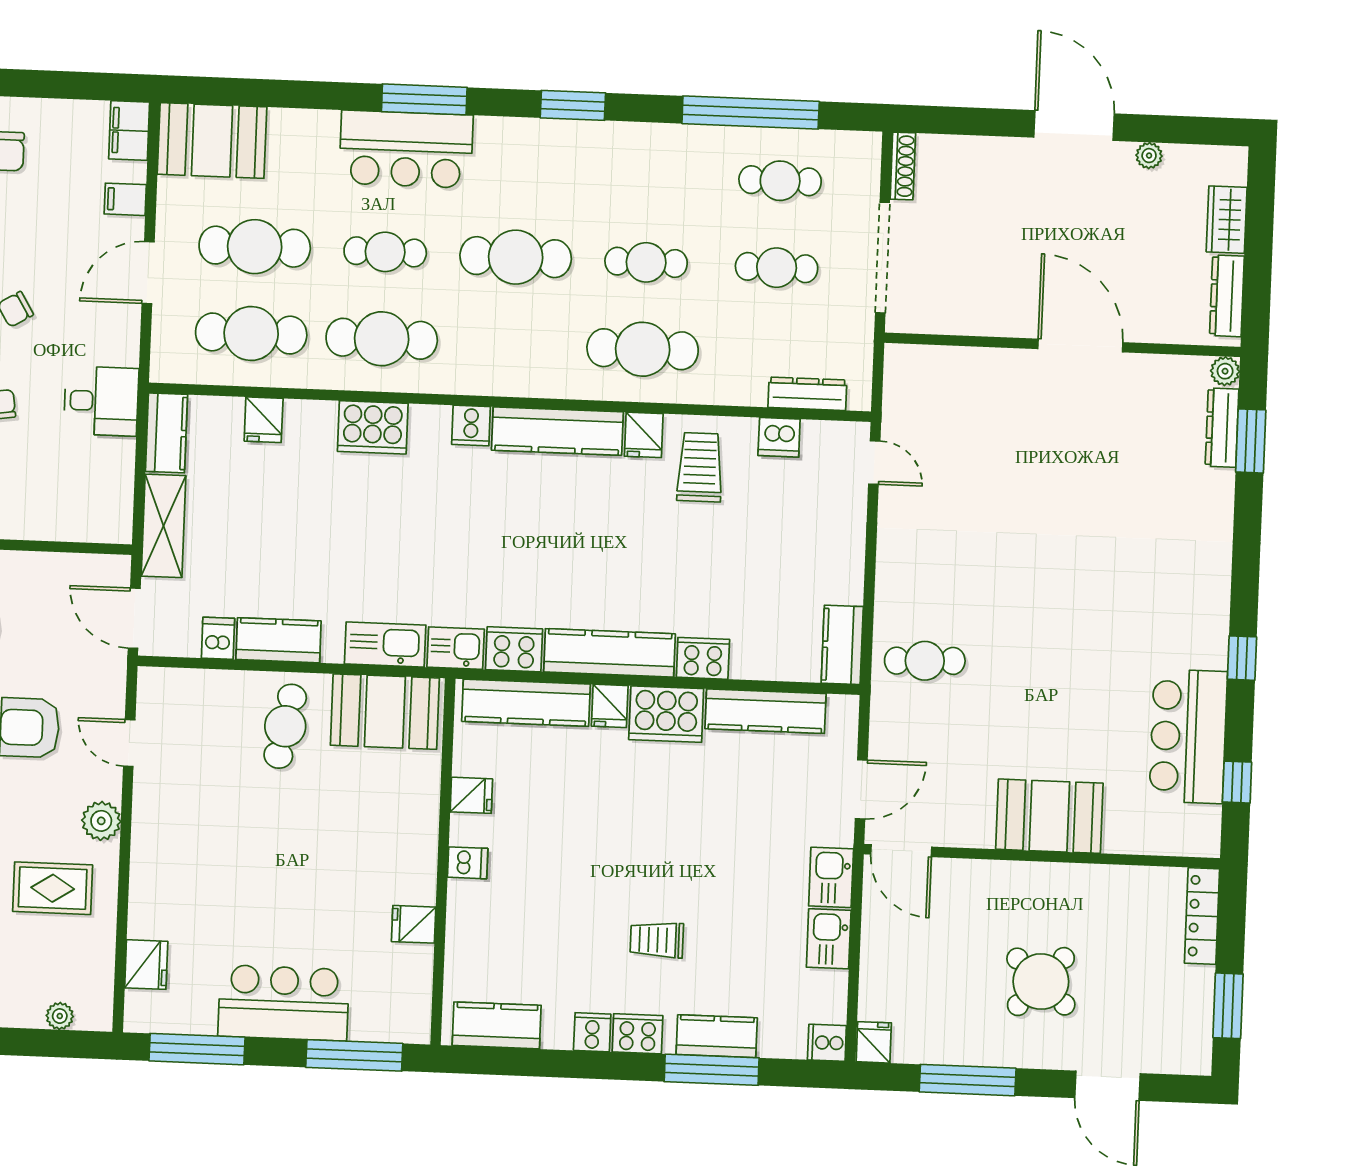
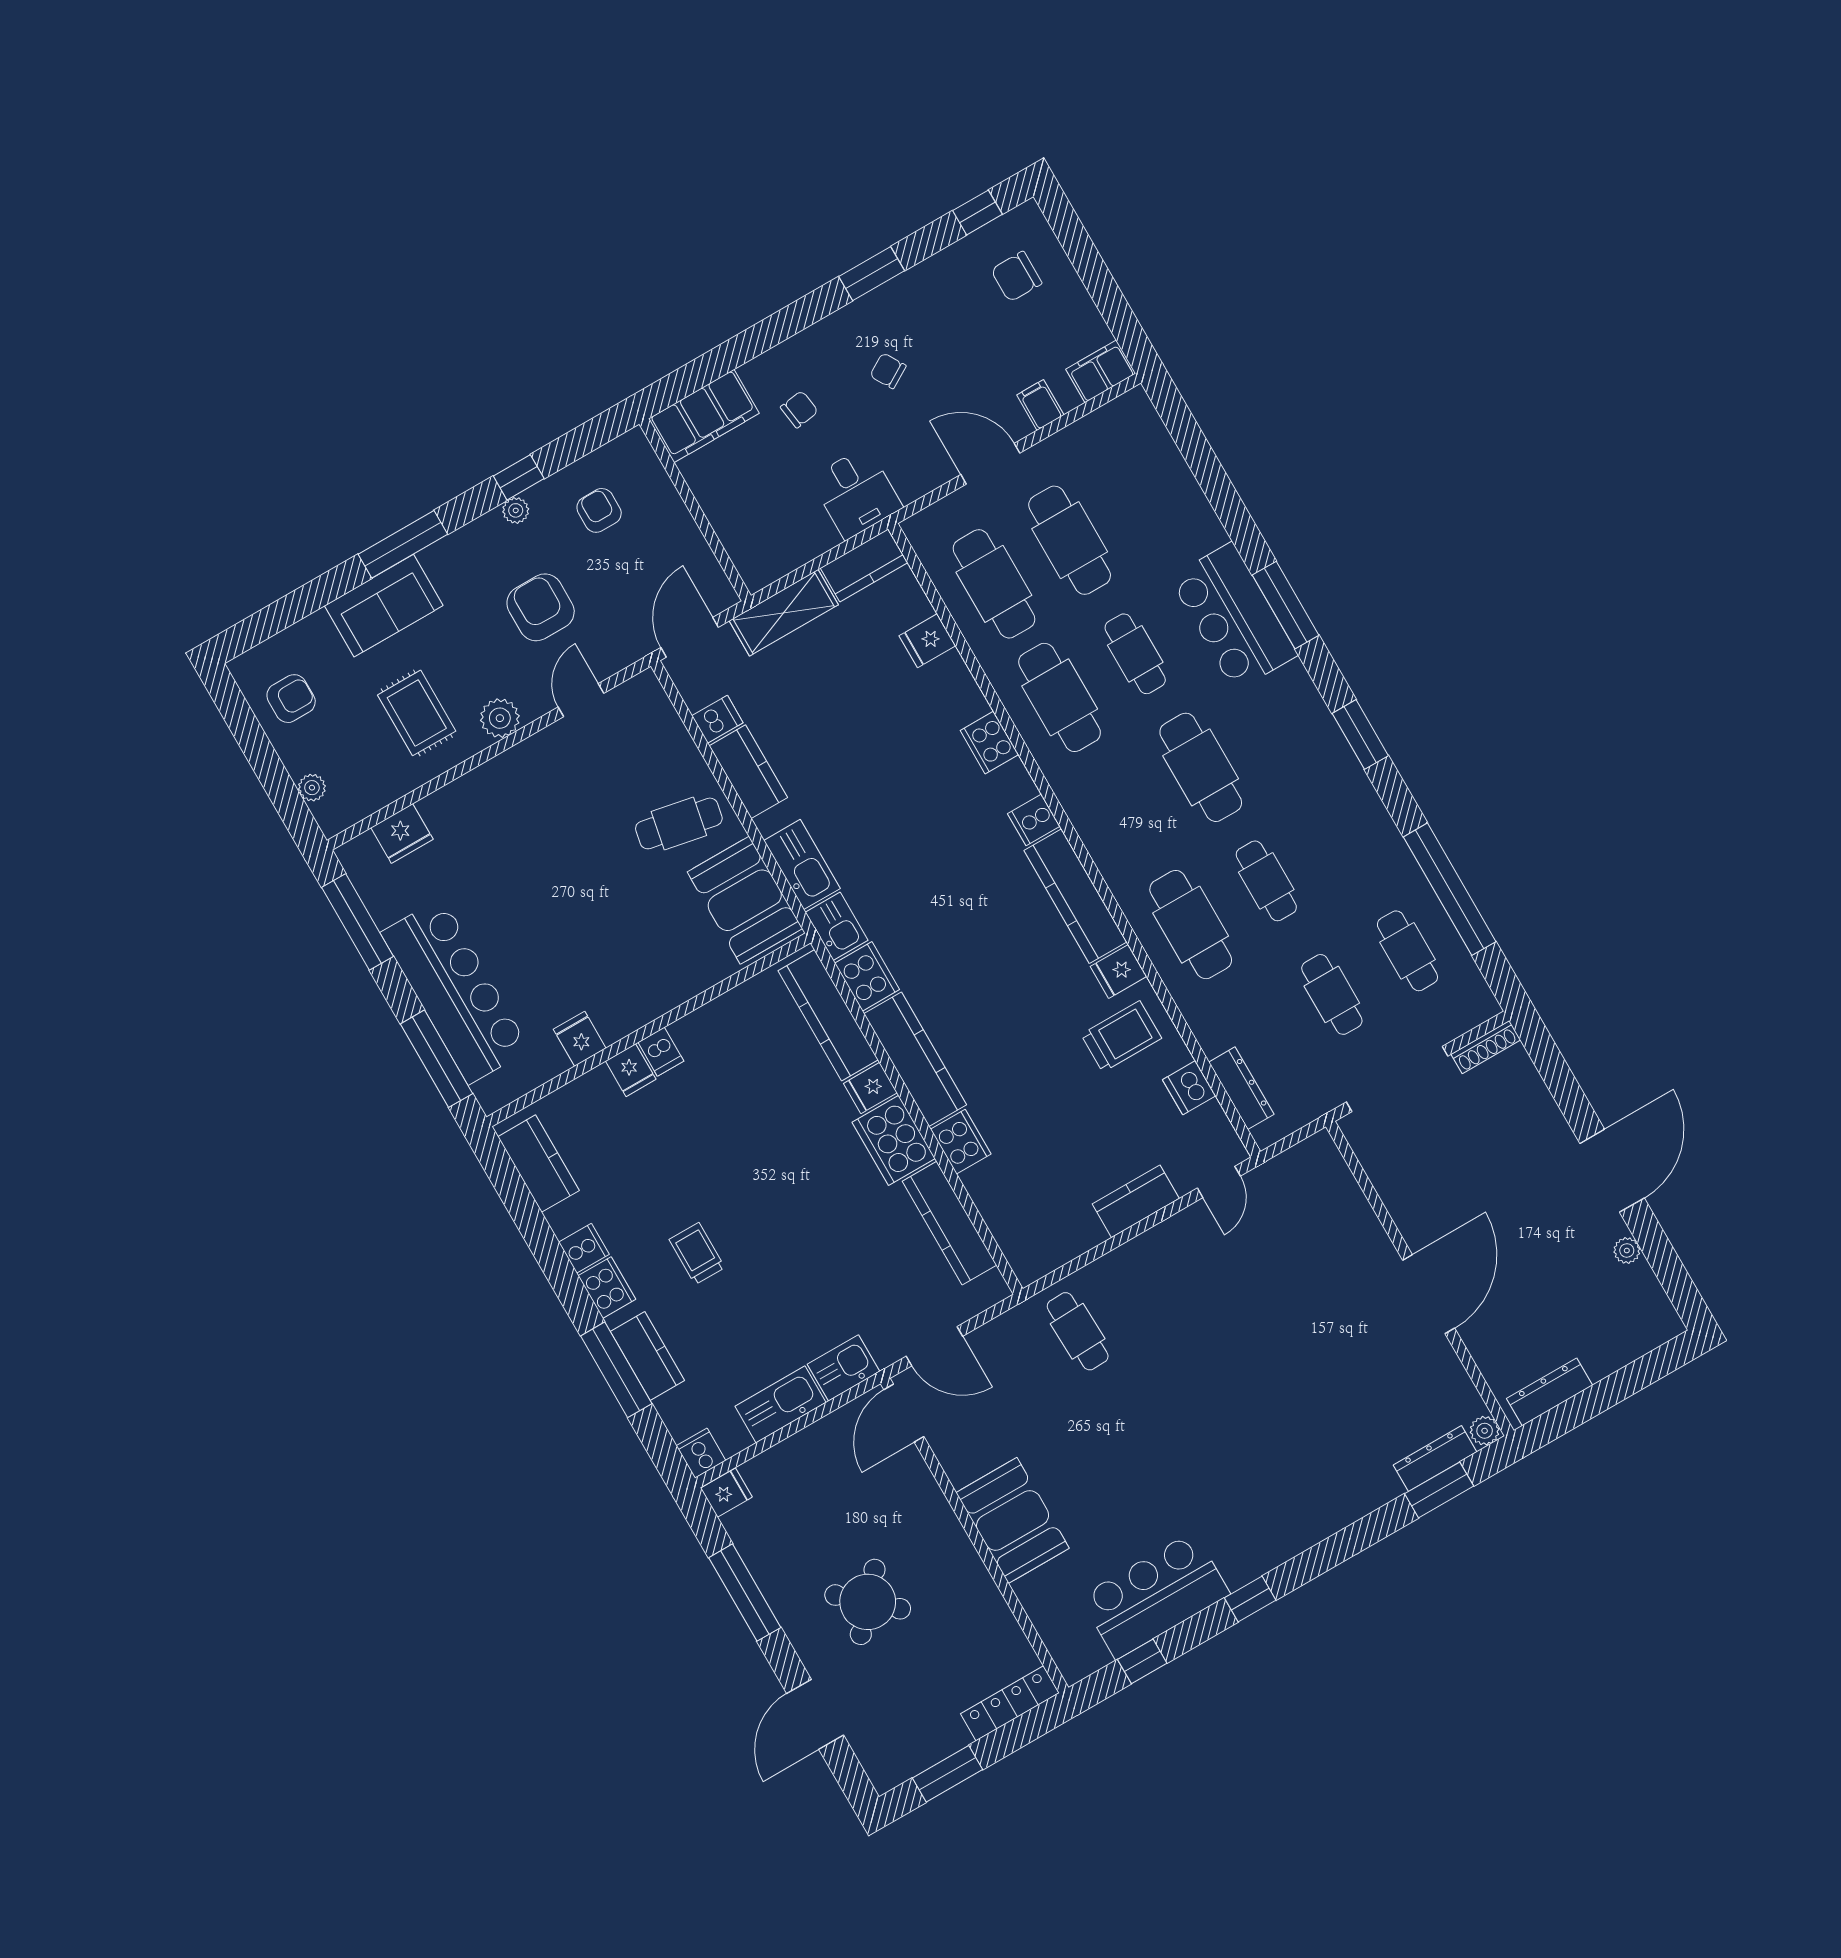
booth: (212, 141) -> (1137, 447), removed
wardrobe: (1227, 220) -> (1614, 1351), removed
cooker: (373, 427) -> (989, 742), width x0.73, depth x0.76
kitchen counter: (842, 645) -> (1136, 1201), moved
fridge: (471, 795) -> (631, 1070), moved
kitchen sink: (829, 939) -> (781, 1404), width x1.38
bar counter: (284, 1003) -> (455, 991), width x1.36

